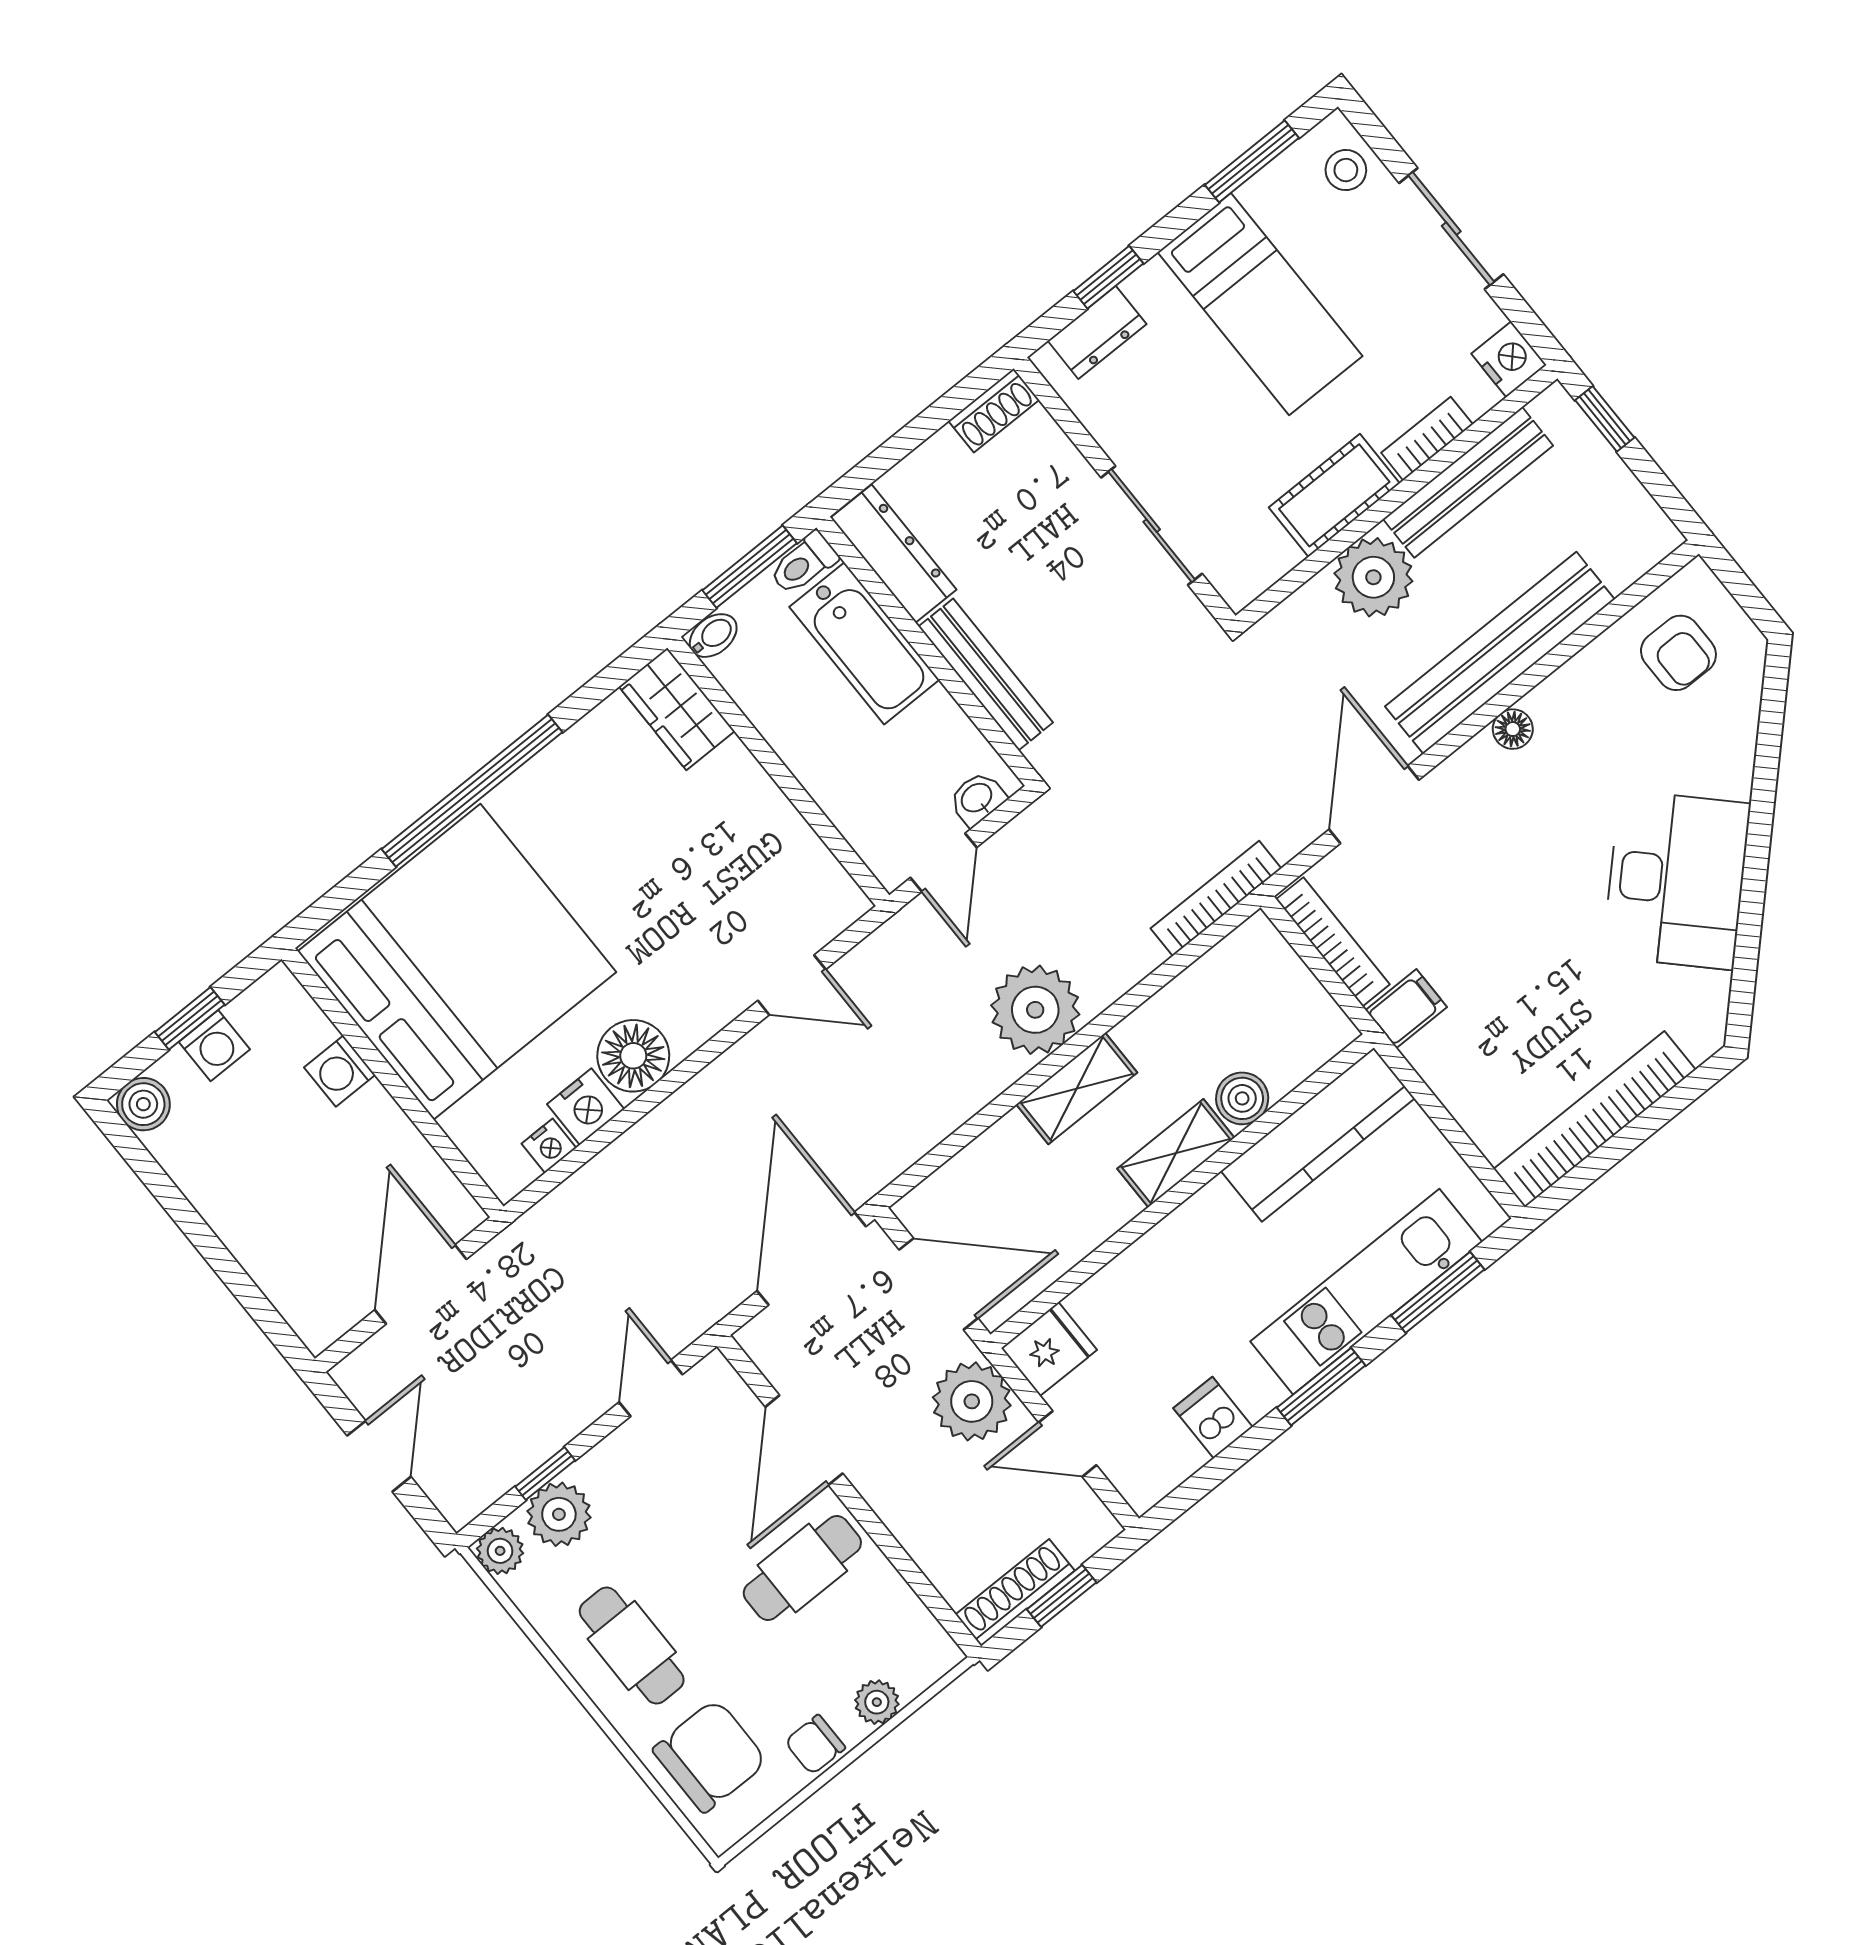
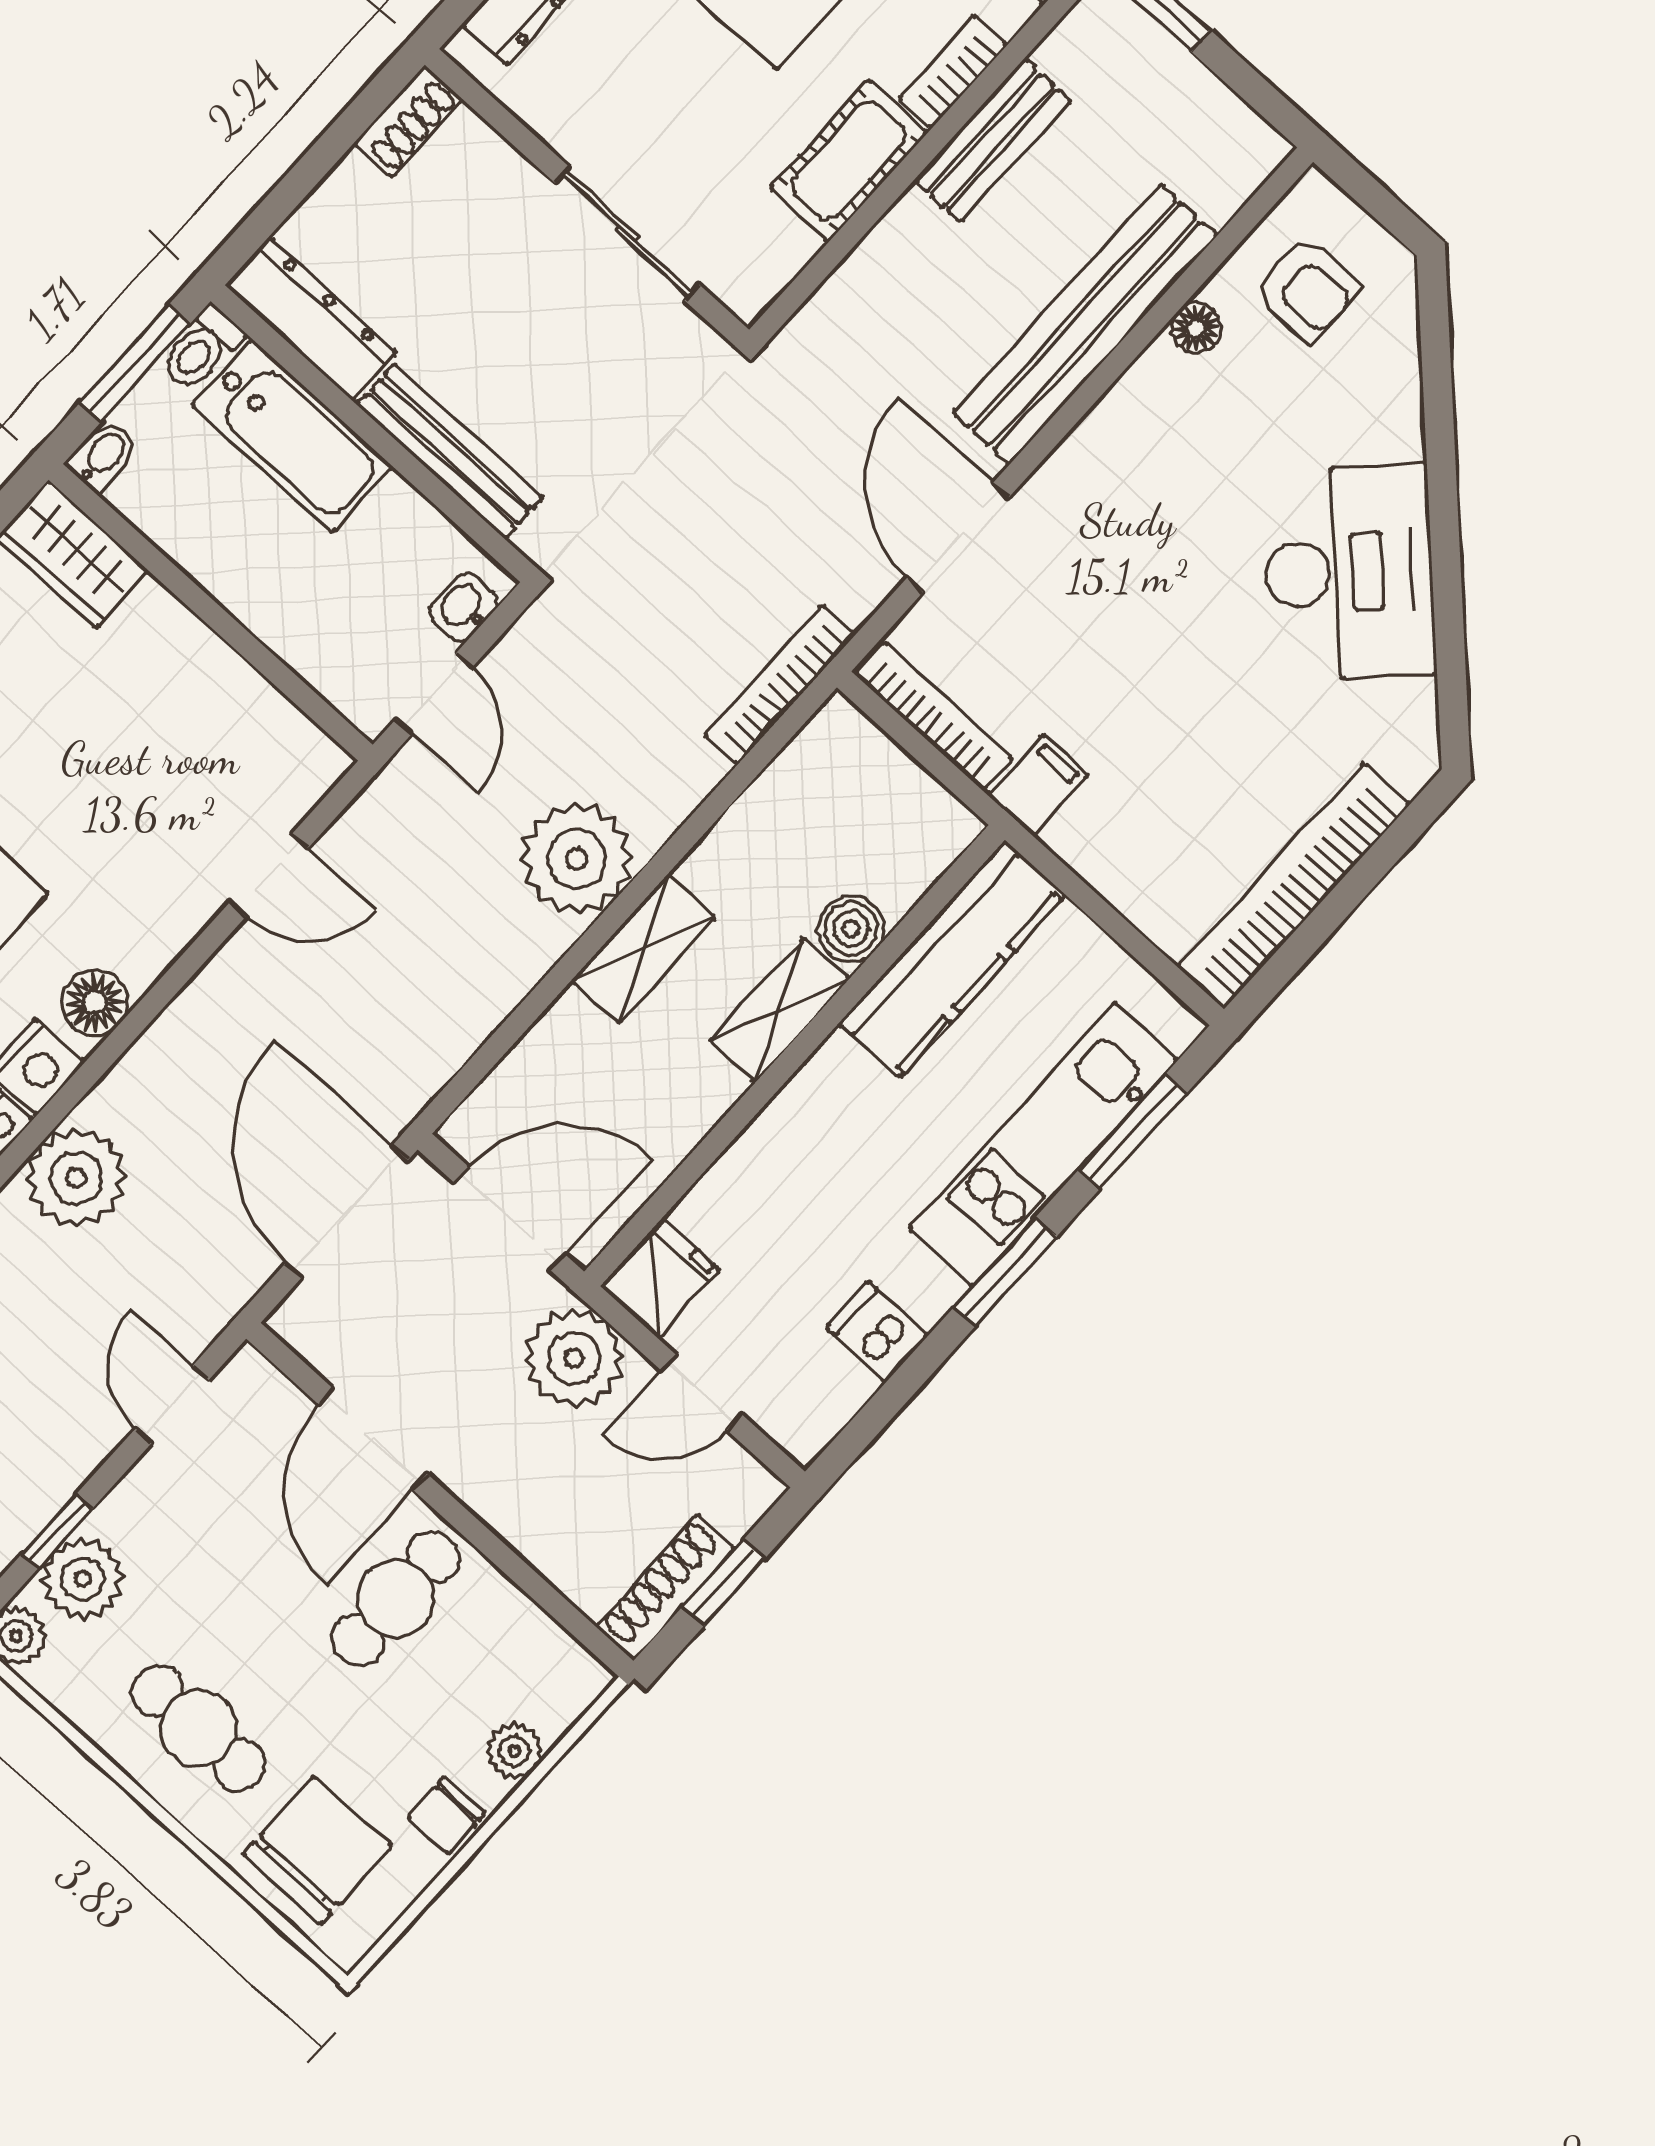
bench: (1468, 482) -> (992, 140), width x0.73
plant: (1373, 577) -> (76, 1178), moved
floor lamp: (1513, 729) -> (1196, 328), moved
floor lamp: (633, 1056) -> (95, 1003), width x0.73, depth x0.73

